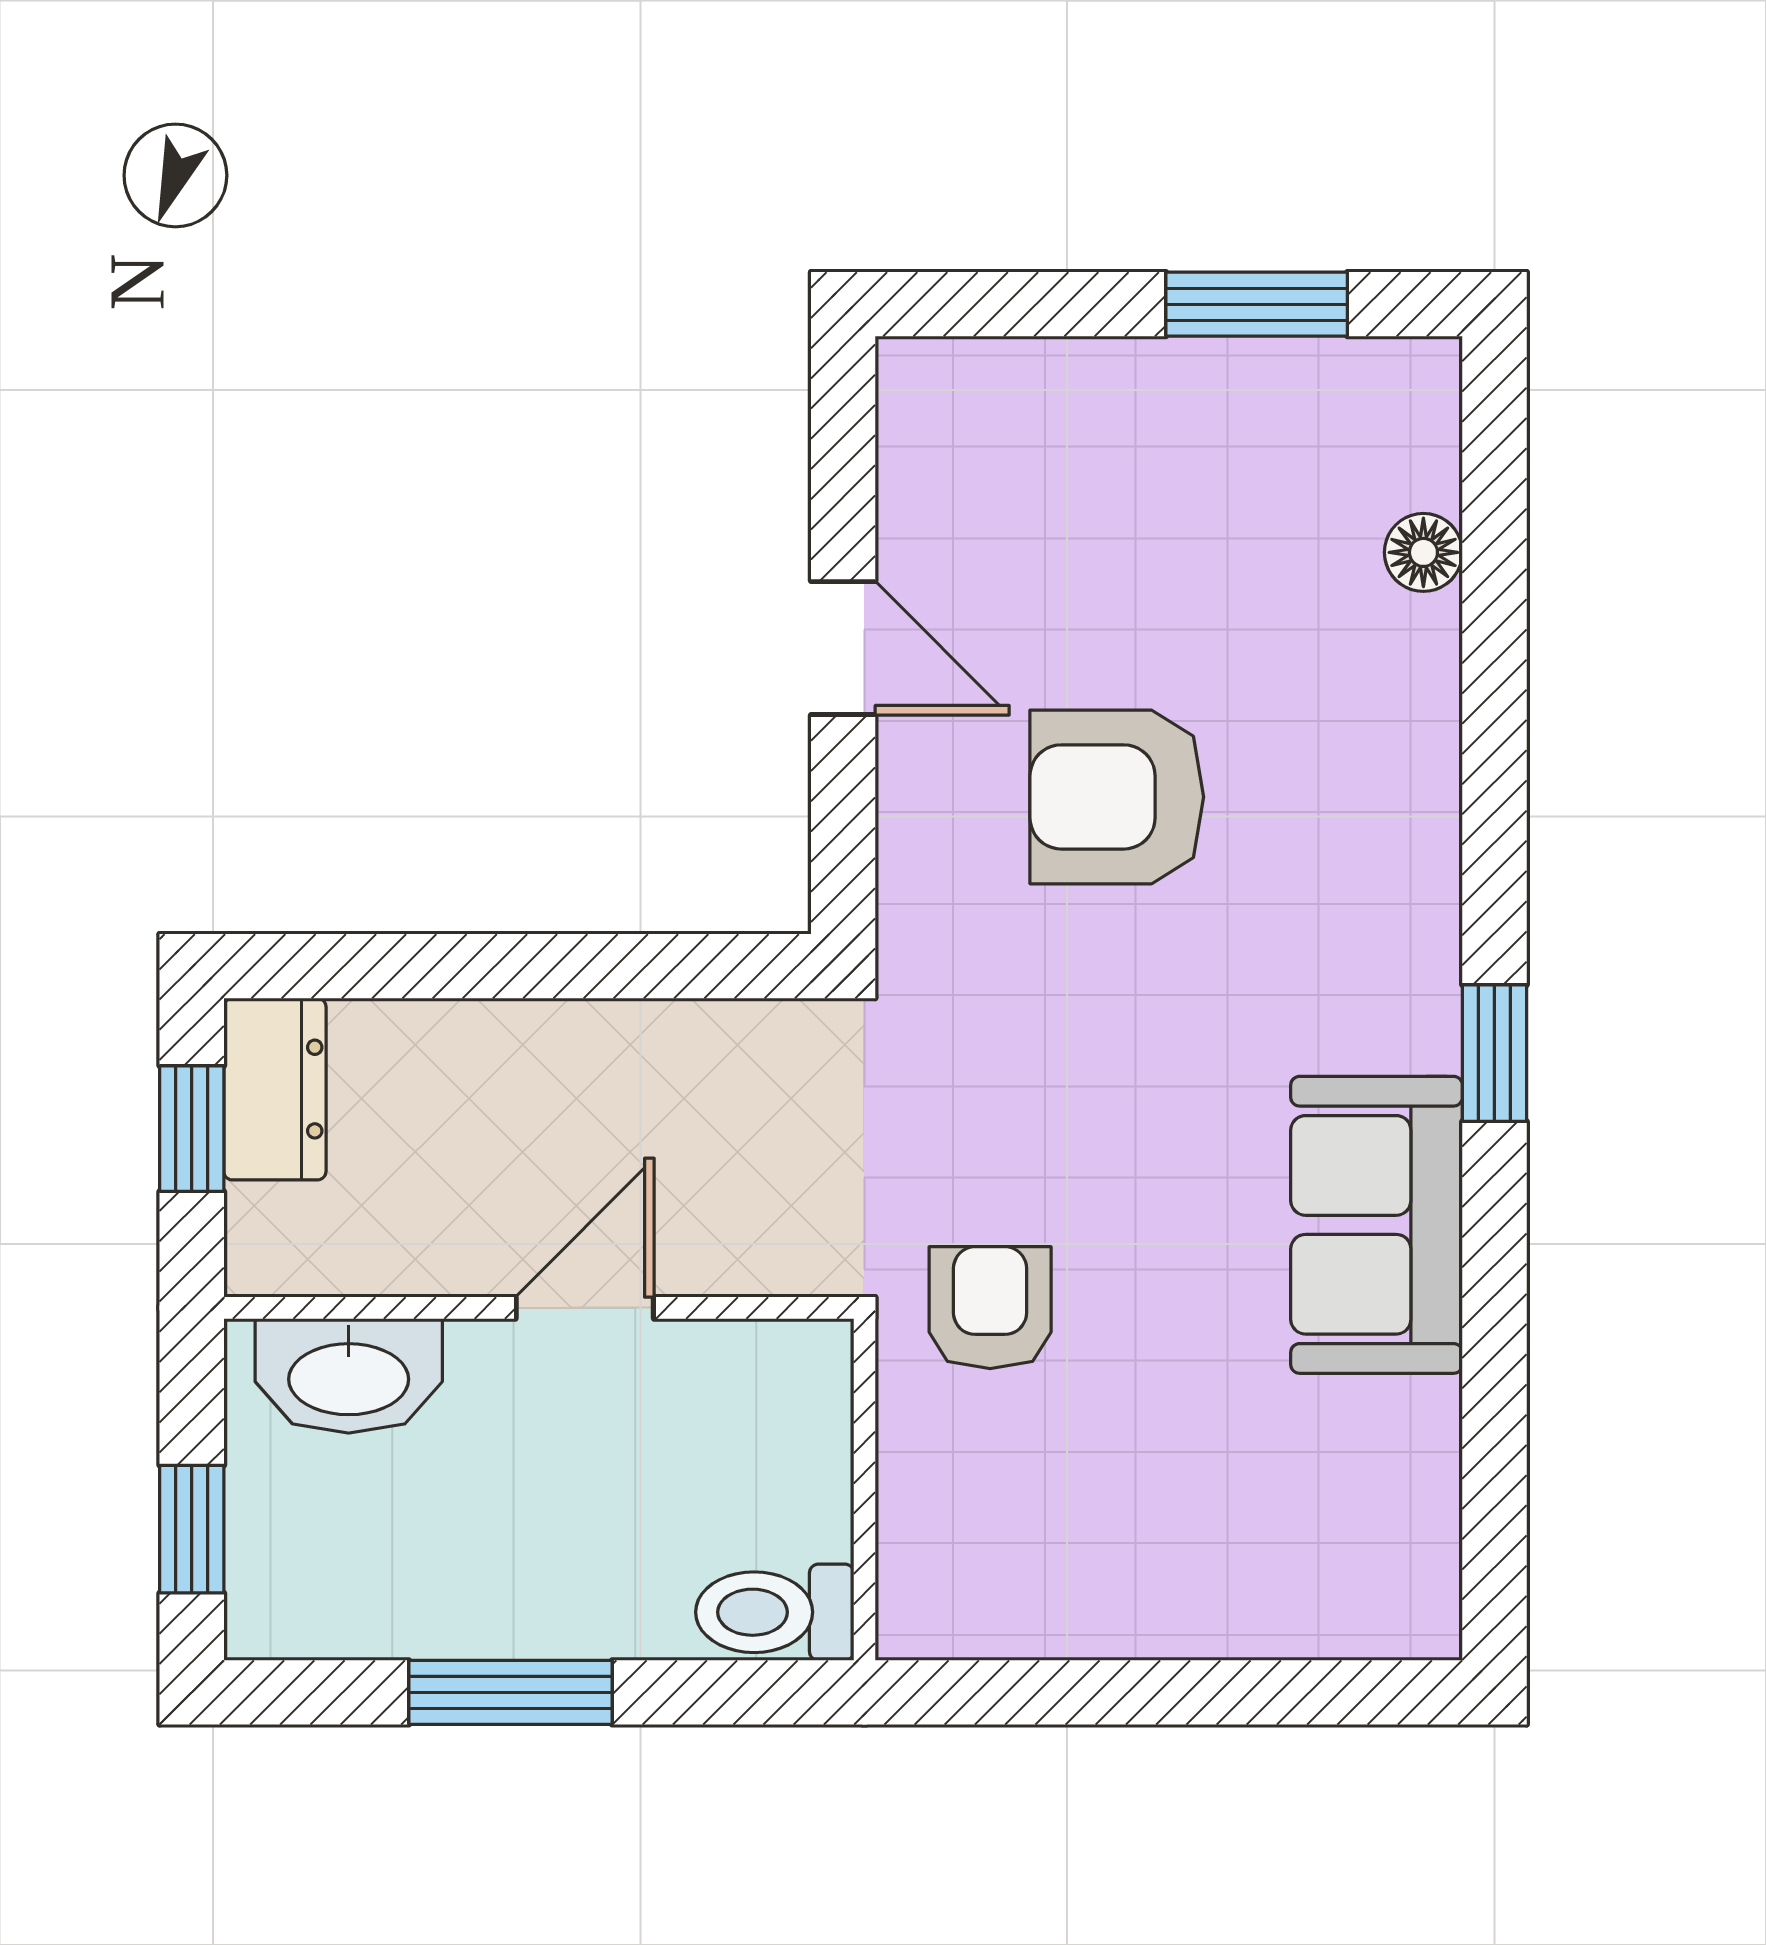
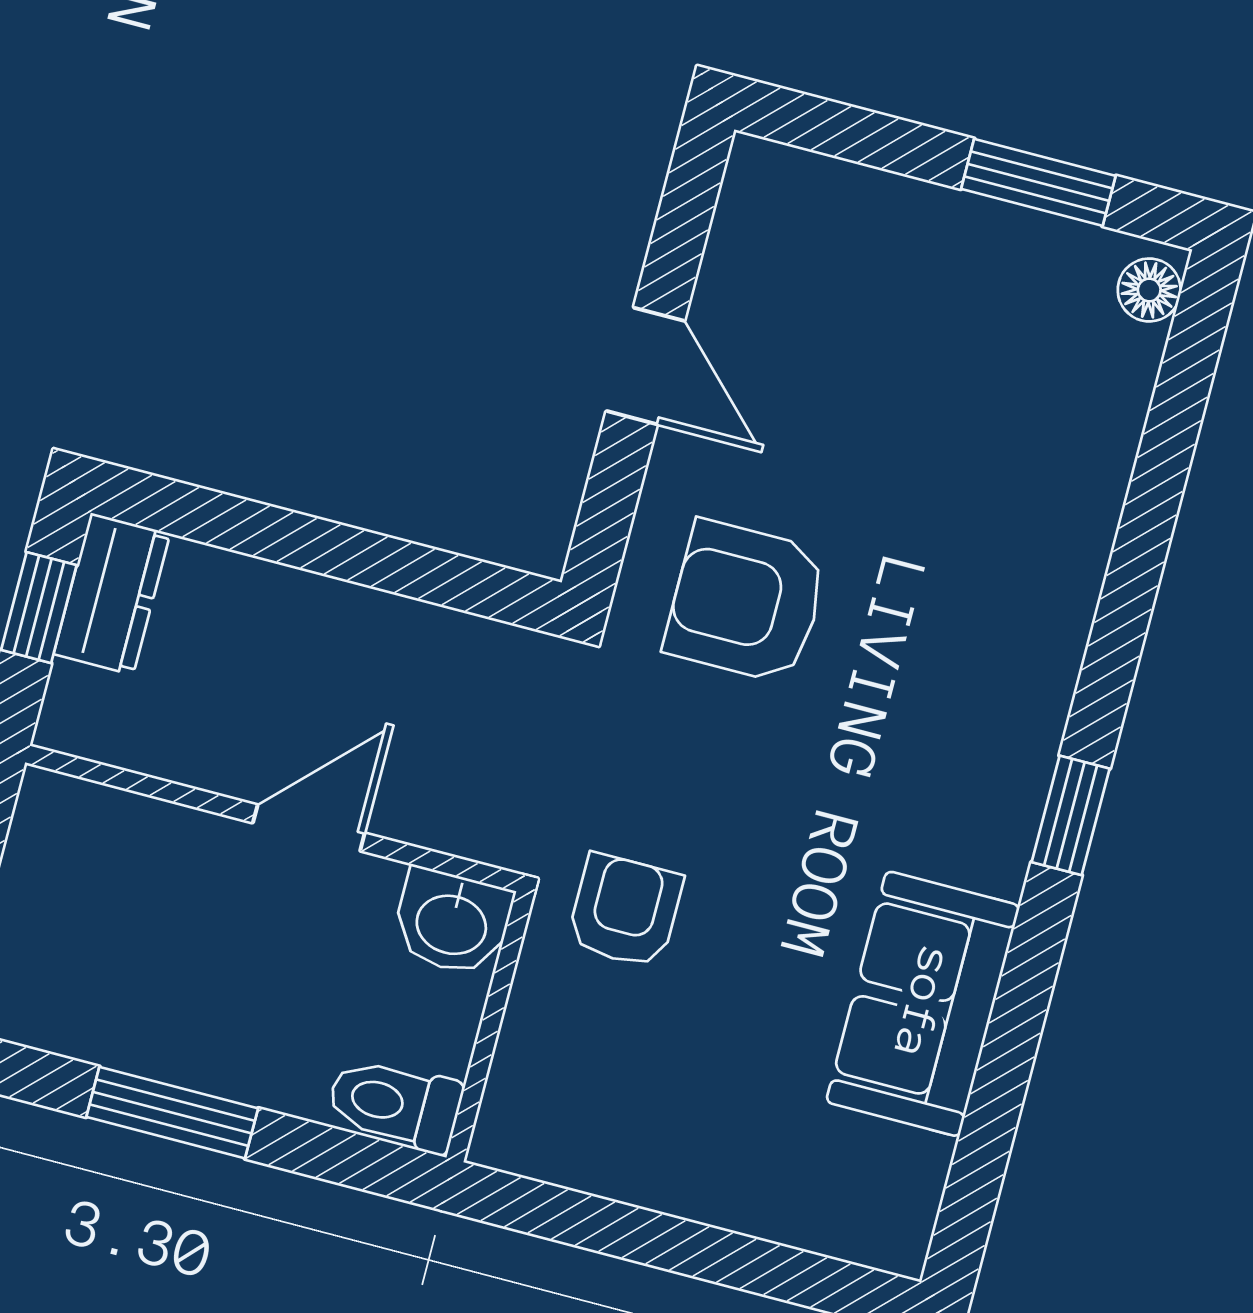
floor lamp: (1423, 552) -> (1149, 290), moved
armchair: (1117, 797) -> (746, 602), moved
sofa: (1377, 1225) -> (923, 1004), moved
washbasin: (349, 1376) -> (452, 922), moved, width x0.72

